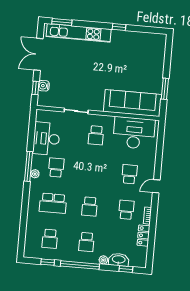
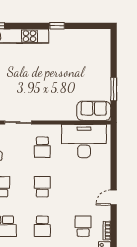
sofa: (132, 103) -> (94, 111), width x0.54, depth x0.79
school desk: (129, 174) -> (42, 187), moved

